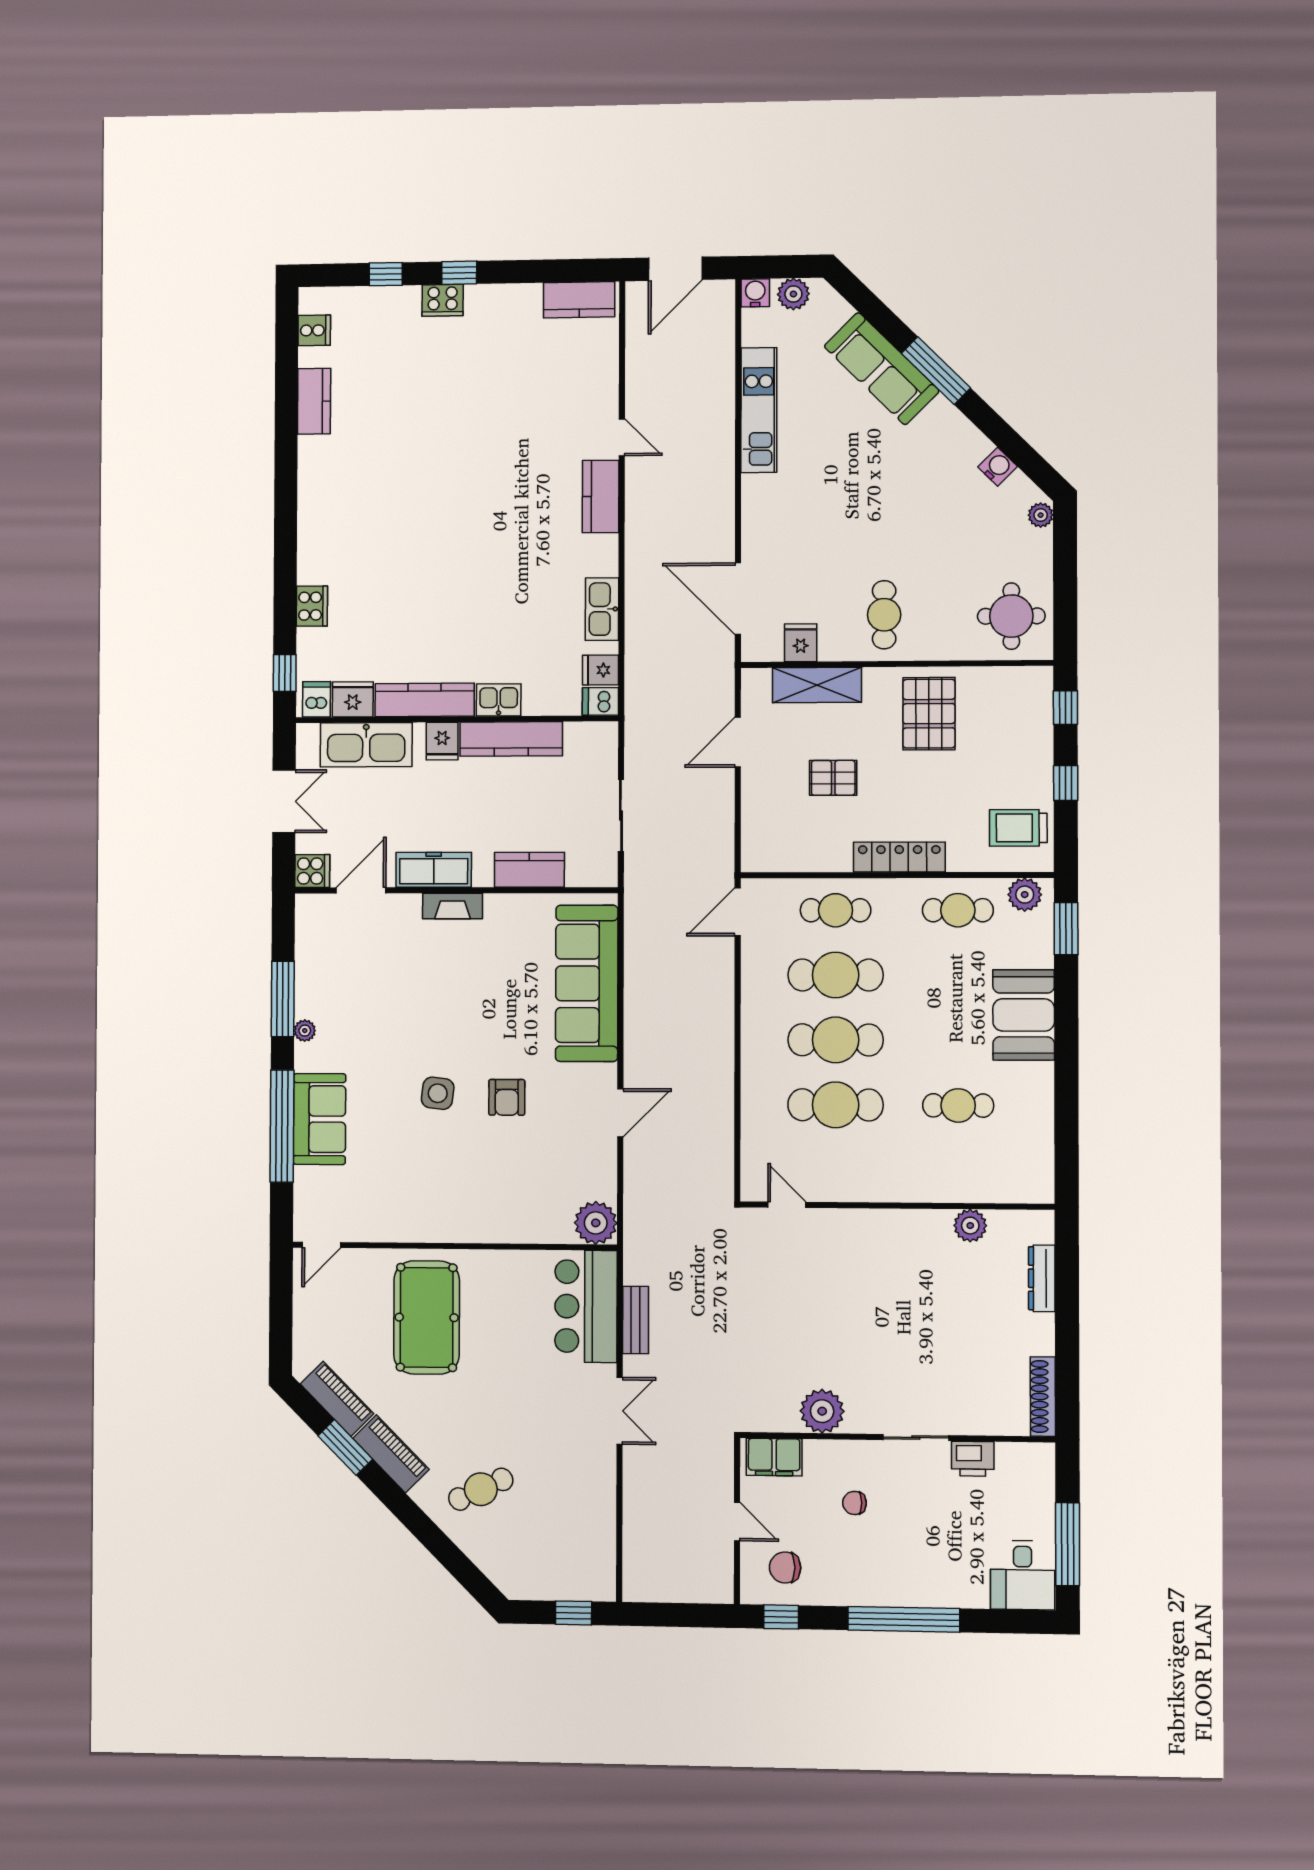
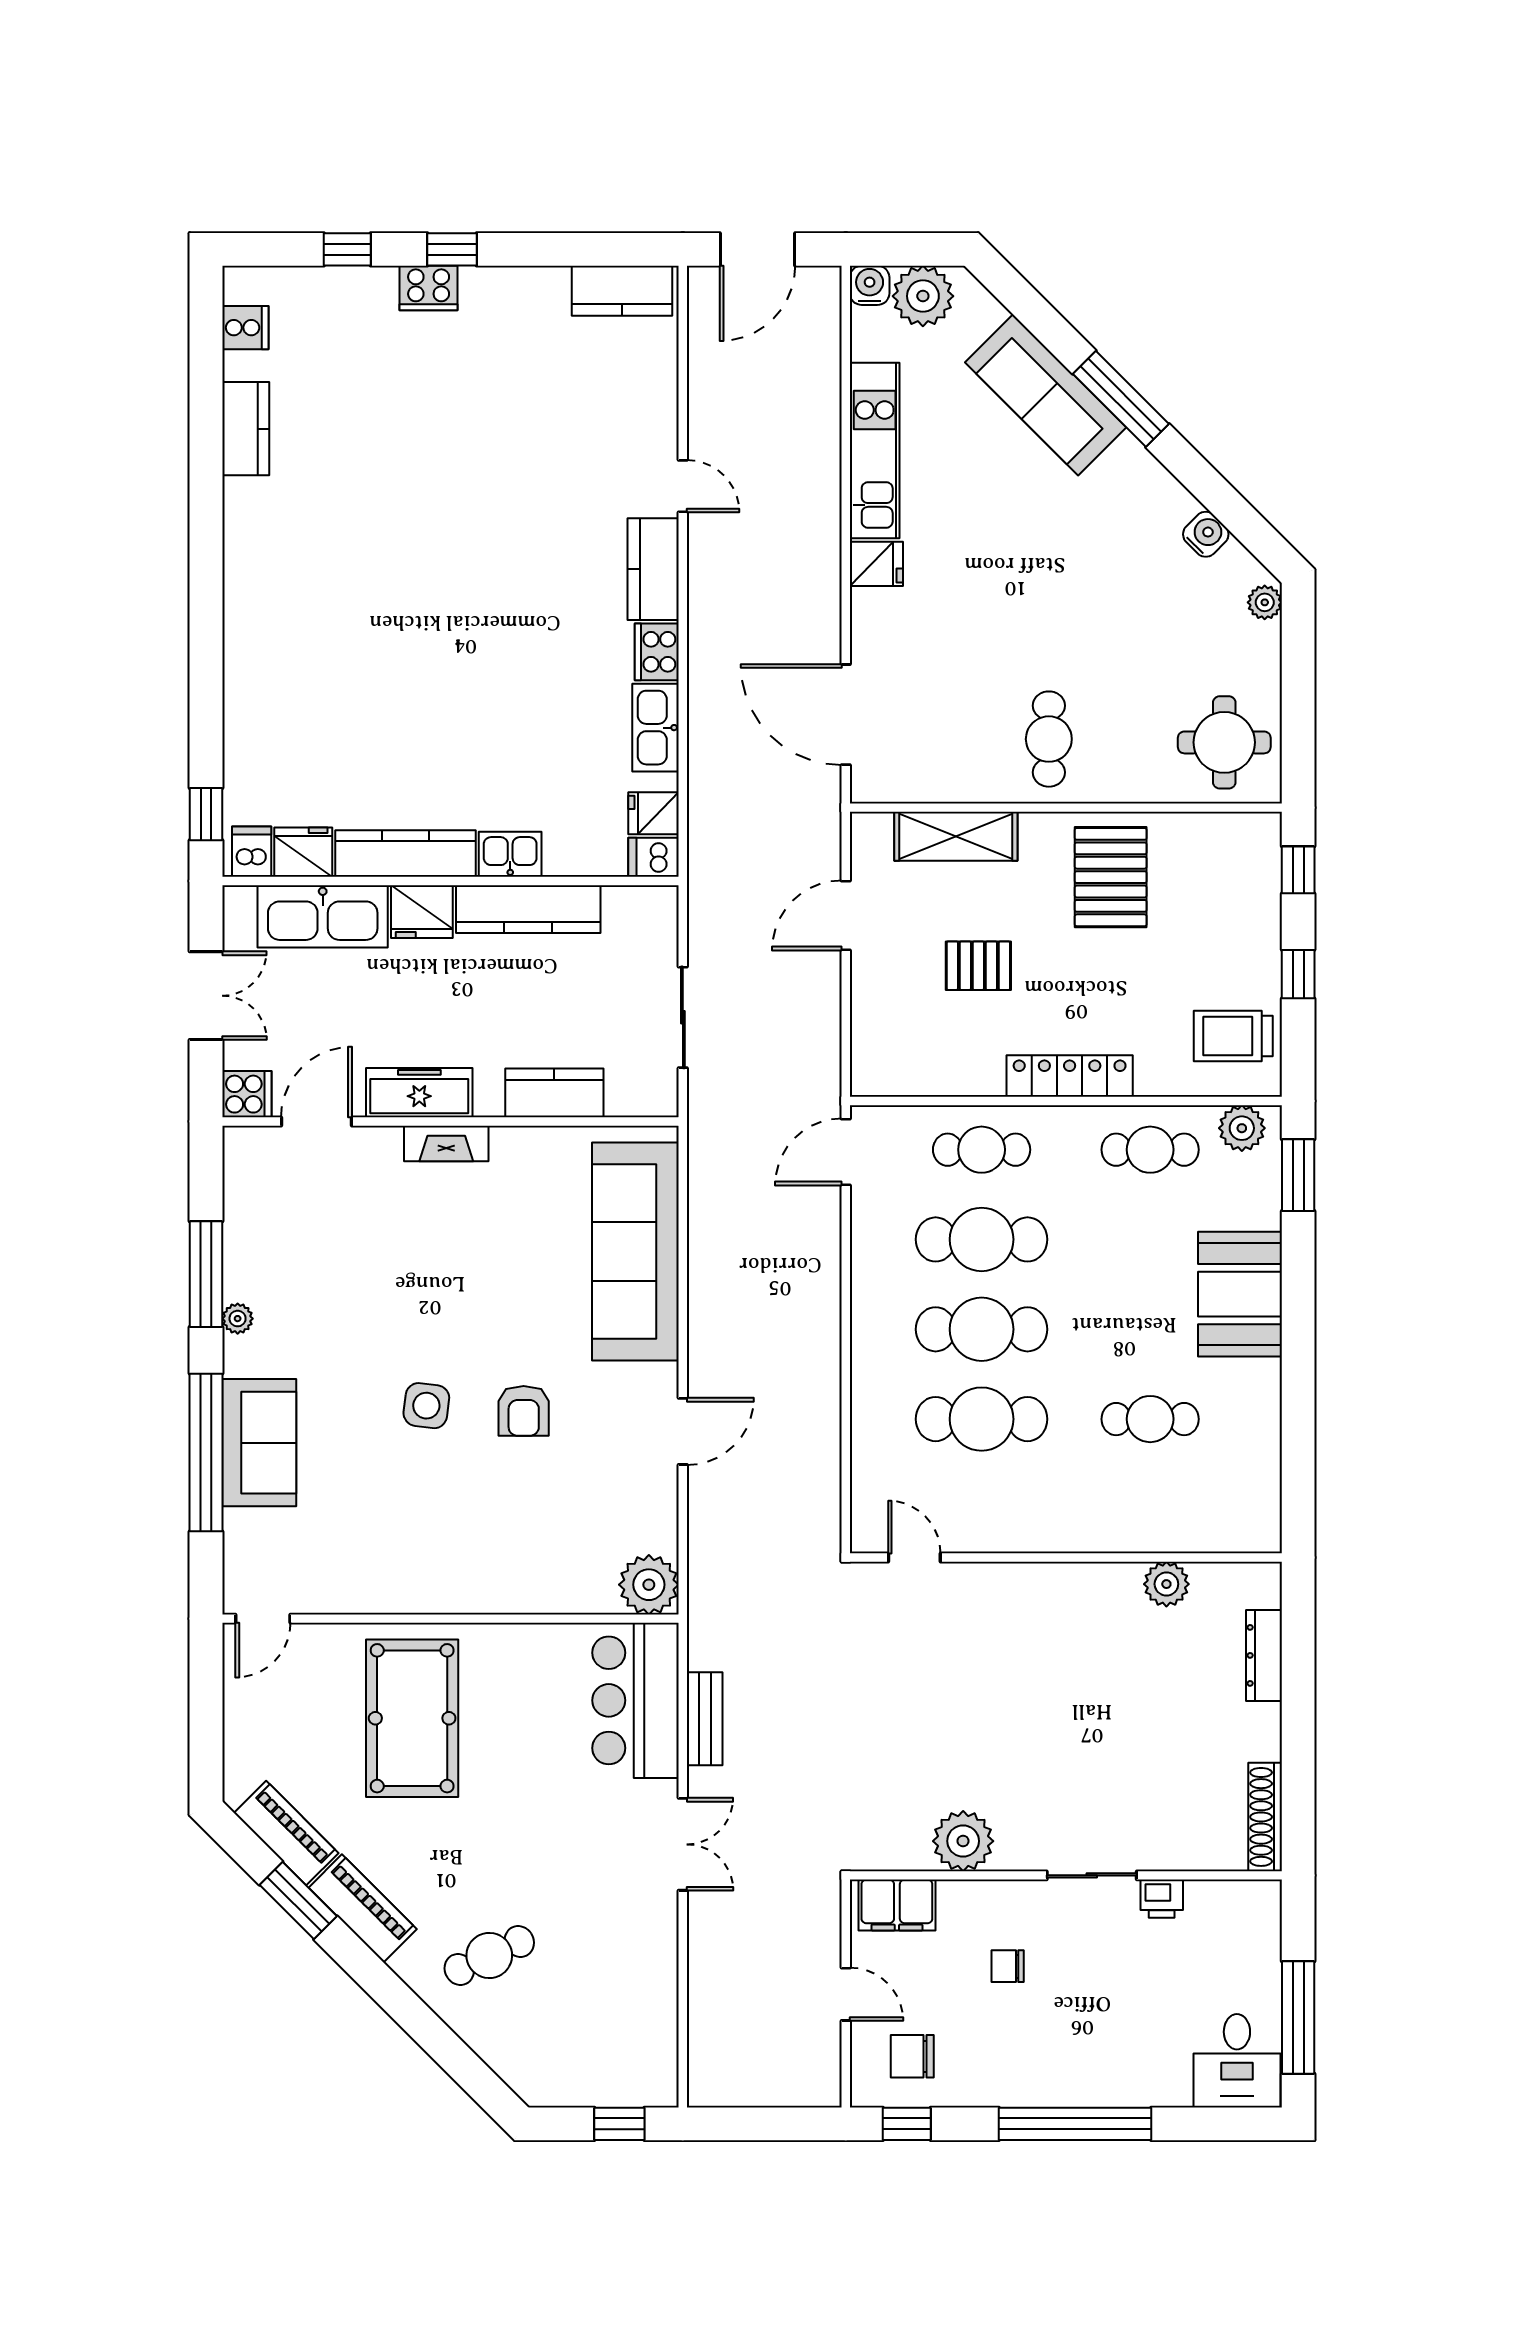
plant: (793, 294) -> (923, 296), width x1.36, depth x1.36
cooker: (312, 606) -> (657, 652), moved, turned 180
fridge: (801, 643) -> (876, 564), moved, turned 90
fridge: (442, 741) -> (422, 912), width x1.38
printer: (973, 1459) -> (1162, 1899), width x0.73, depth x0.81

